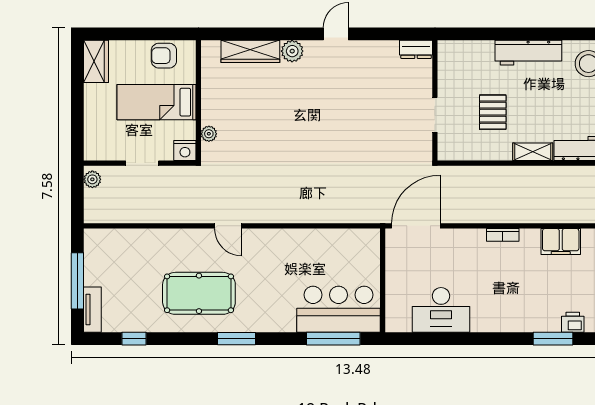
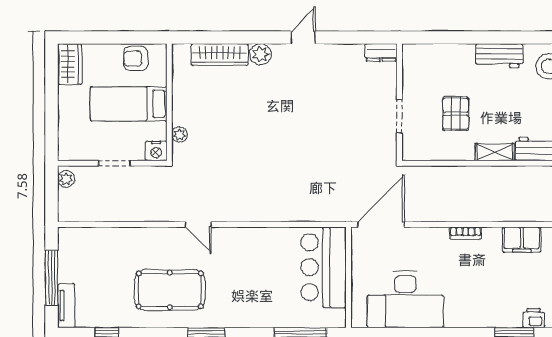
workbench: (528, 53) -> (499, 56), width x0.73
bar counter: (339, 309) -> (324, 267), moved, turned -90
desk: (441, 310) -> (405, 299), width x1.36, depth x1.30

